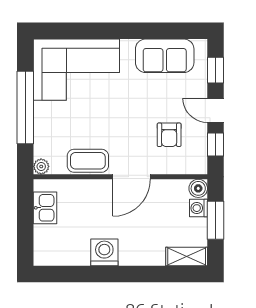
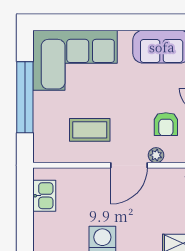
coffee table: (88, 161) -> (90, 130), moved
plant: (41, 166) -> (156, 155), moved

